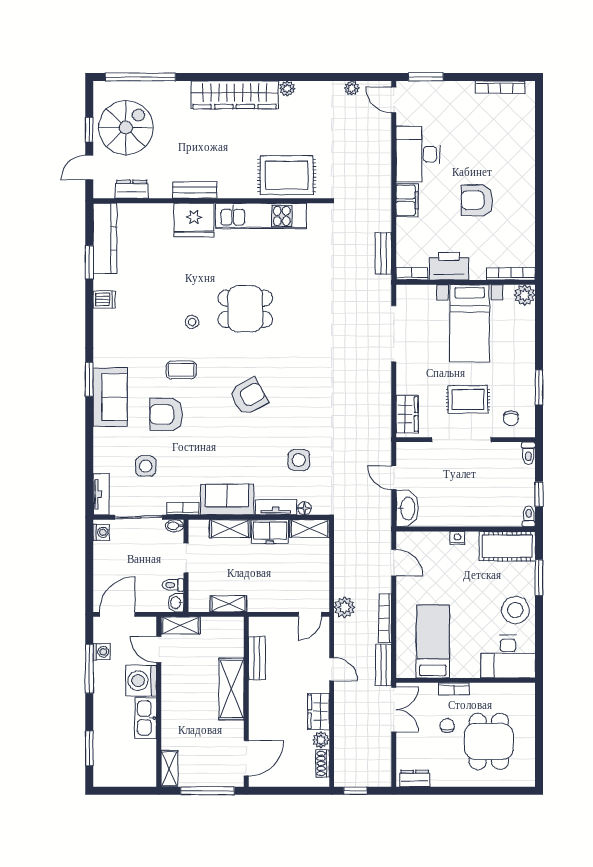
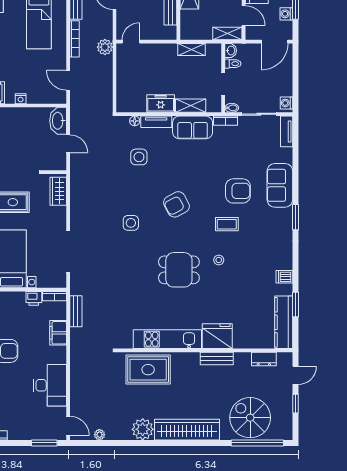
plant: (287, 88) -> (143, 429), width x1.88, depth x1.88
spiral stairs: (126, 128) -> (250, 418), moved, turned 90
filing cabinet: (407, 200) -> (58, 333), moved
printer: (449, 266) -> (34, 298), width x0.53, depth x0.68
sofa: (110, 397) -> (280, 185), moved
side table: (146, 466) -> (131, 223), moved
shelving: (310, 528) -> (131, 106), removed

